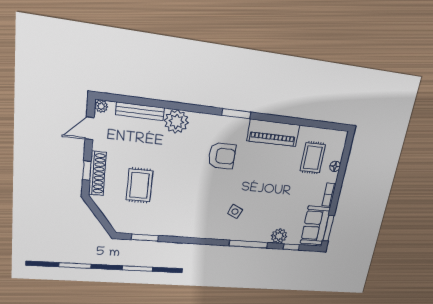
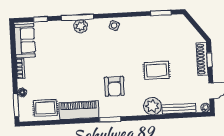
armchair: (222, 156) -> (114, 86), turned -90
rug: (313, 158) -> (45, 108), moved, turned 90
rug: (140, 185) -> (157, 70), moved, turned 90
side table: (235, 212) -> (114, 26), moved
window: (328, 228) -> (16, 105), moved
plant: (279, 236) -> (81, 26), moved

